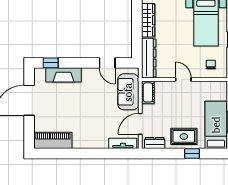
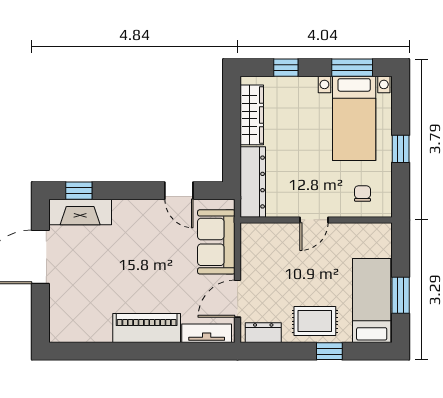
fireplace: (64, 75) -> (80, 212), moved
door: (183, 79) -> (314, 220), swing flipped
cot: (148, 92) -> (251, 243), removed
piano: (53, 140) -> (147, 328), moved

